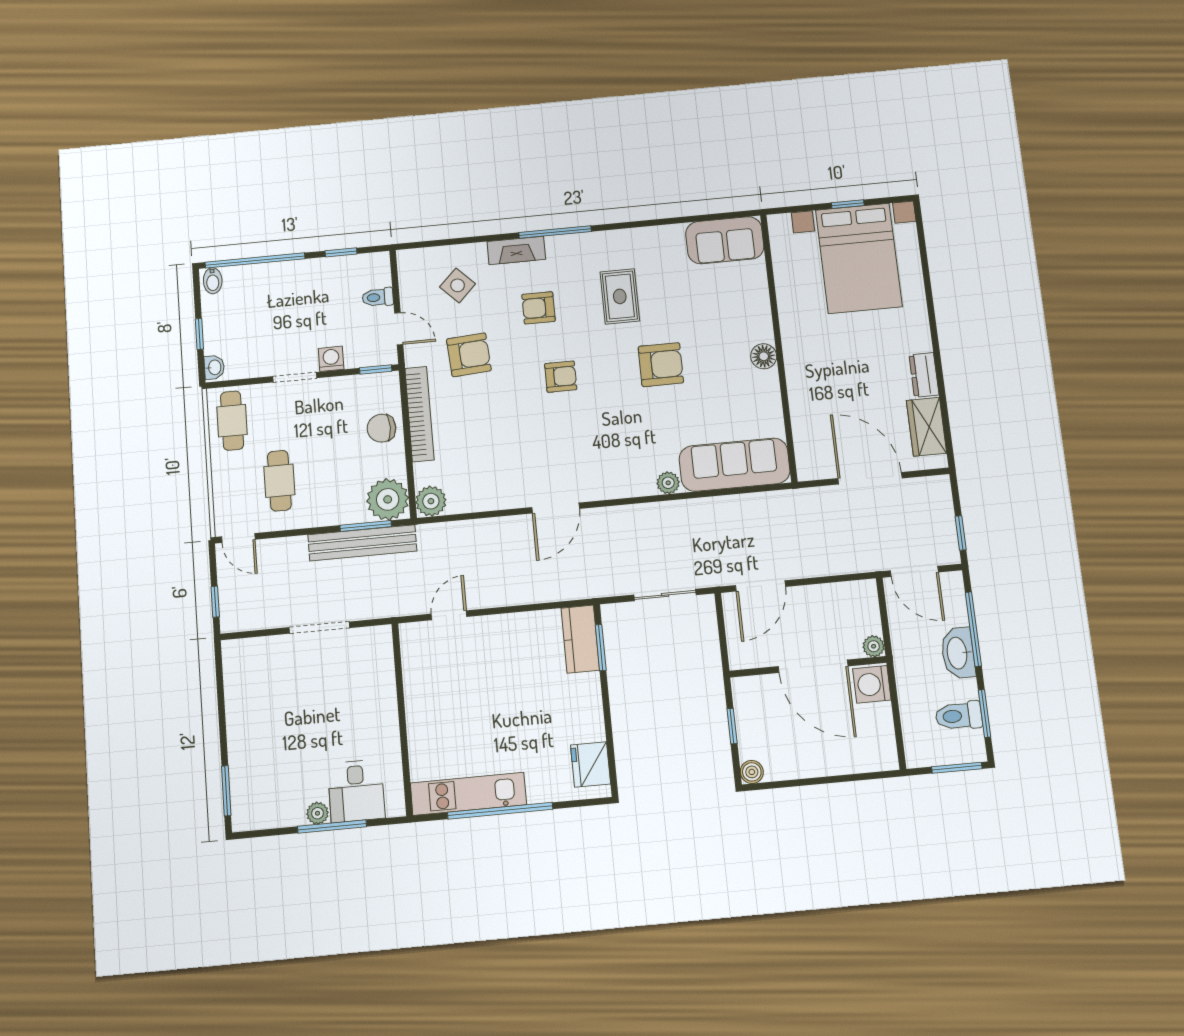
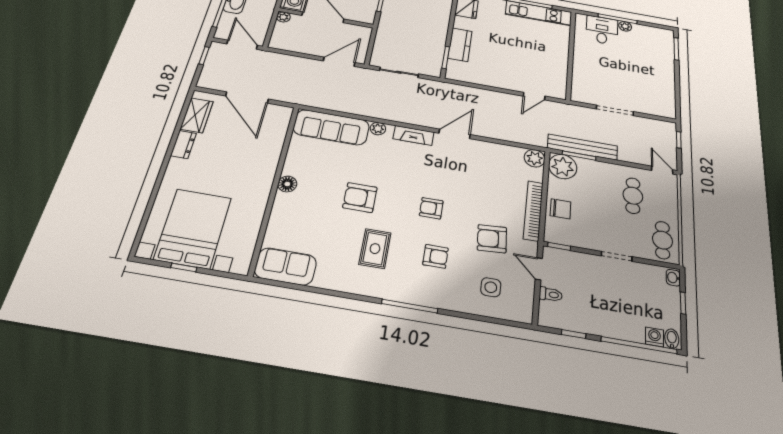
fireplace: (516, 250) -> (413, 135), moved, turned 180
side table: (458, 285) -> (491, 287), turned 45
washing machine: (331, 359) -> (654, 337), moved, turned 180
kitchen counter: (580, 639) -> (460, 45), moved

